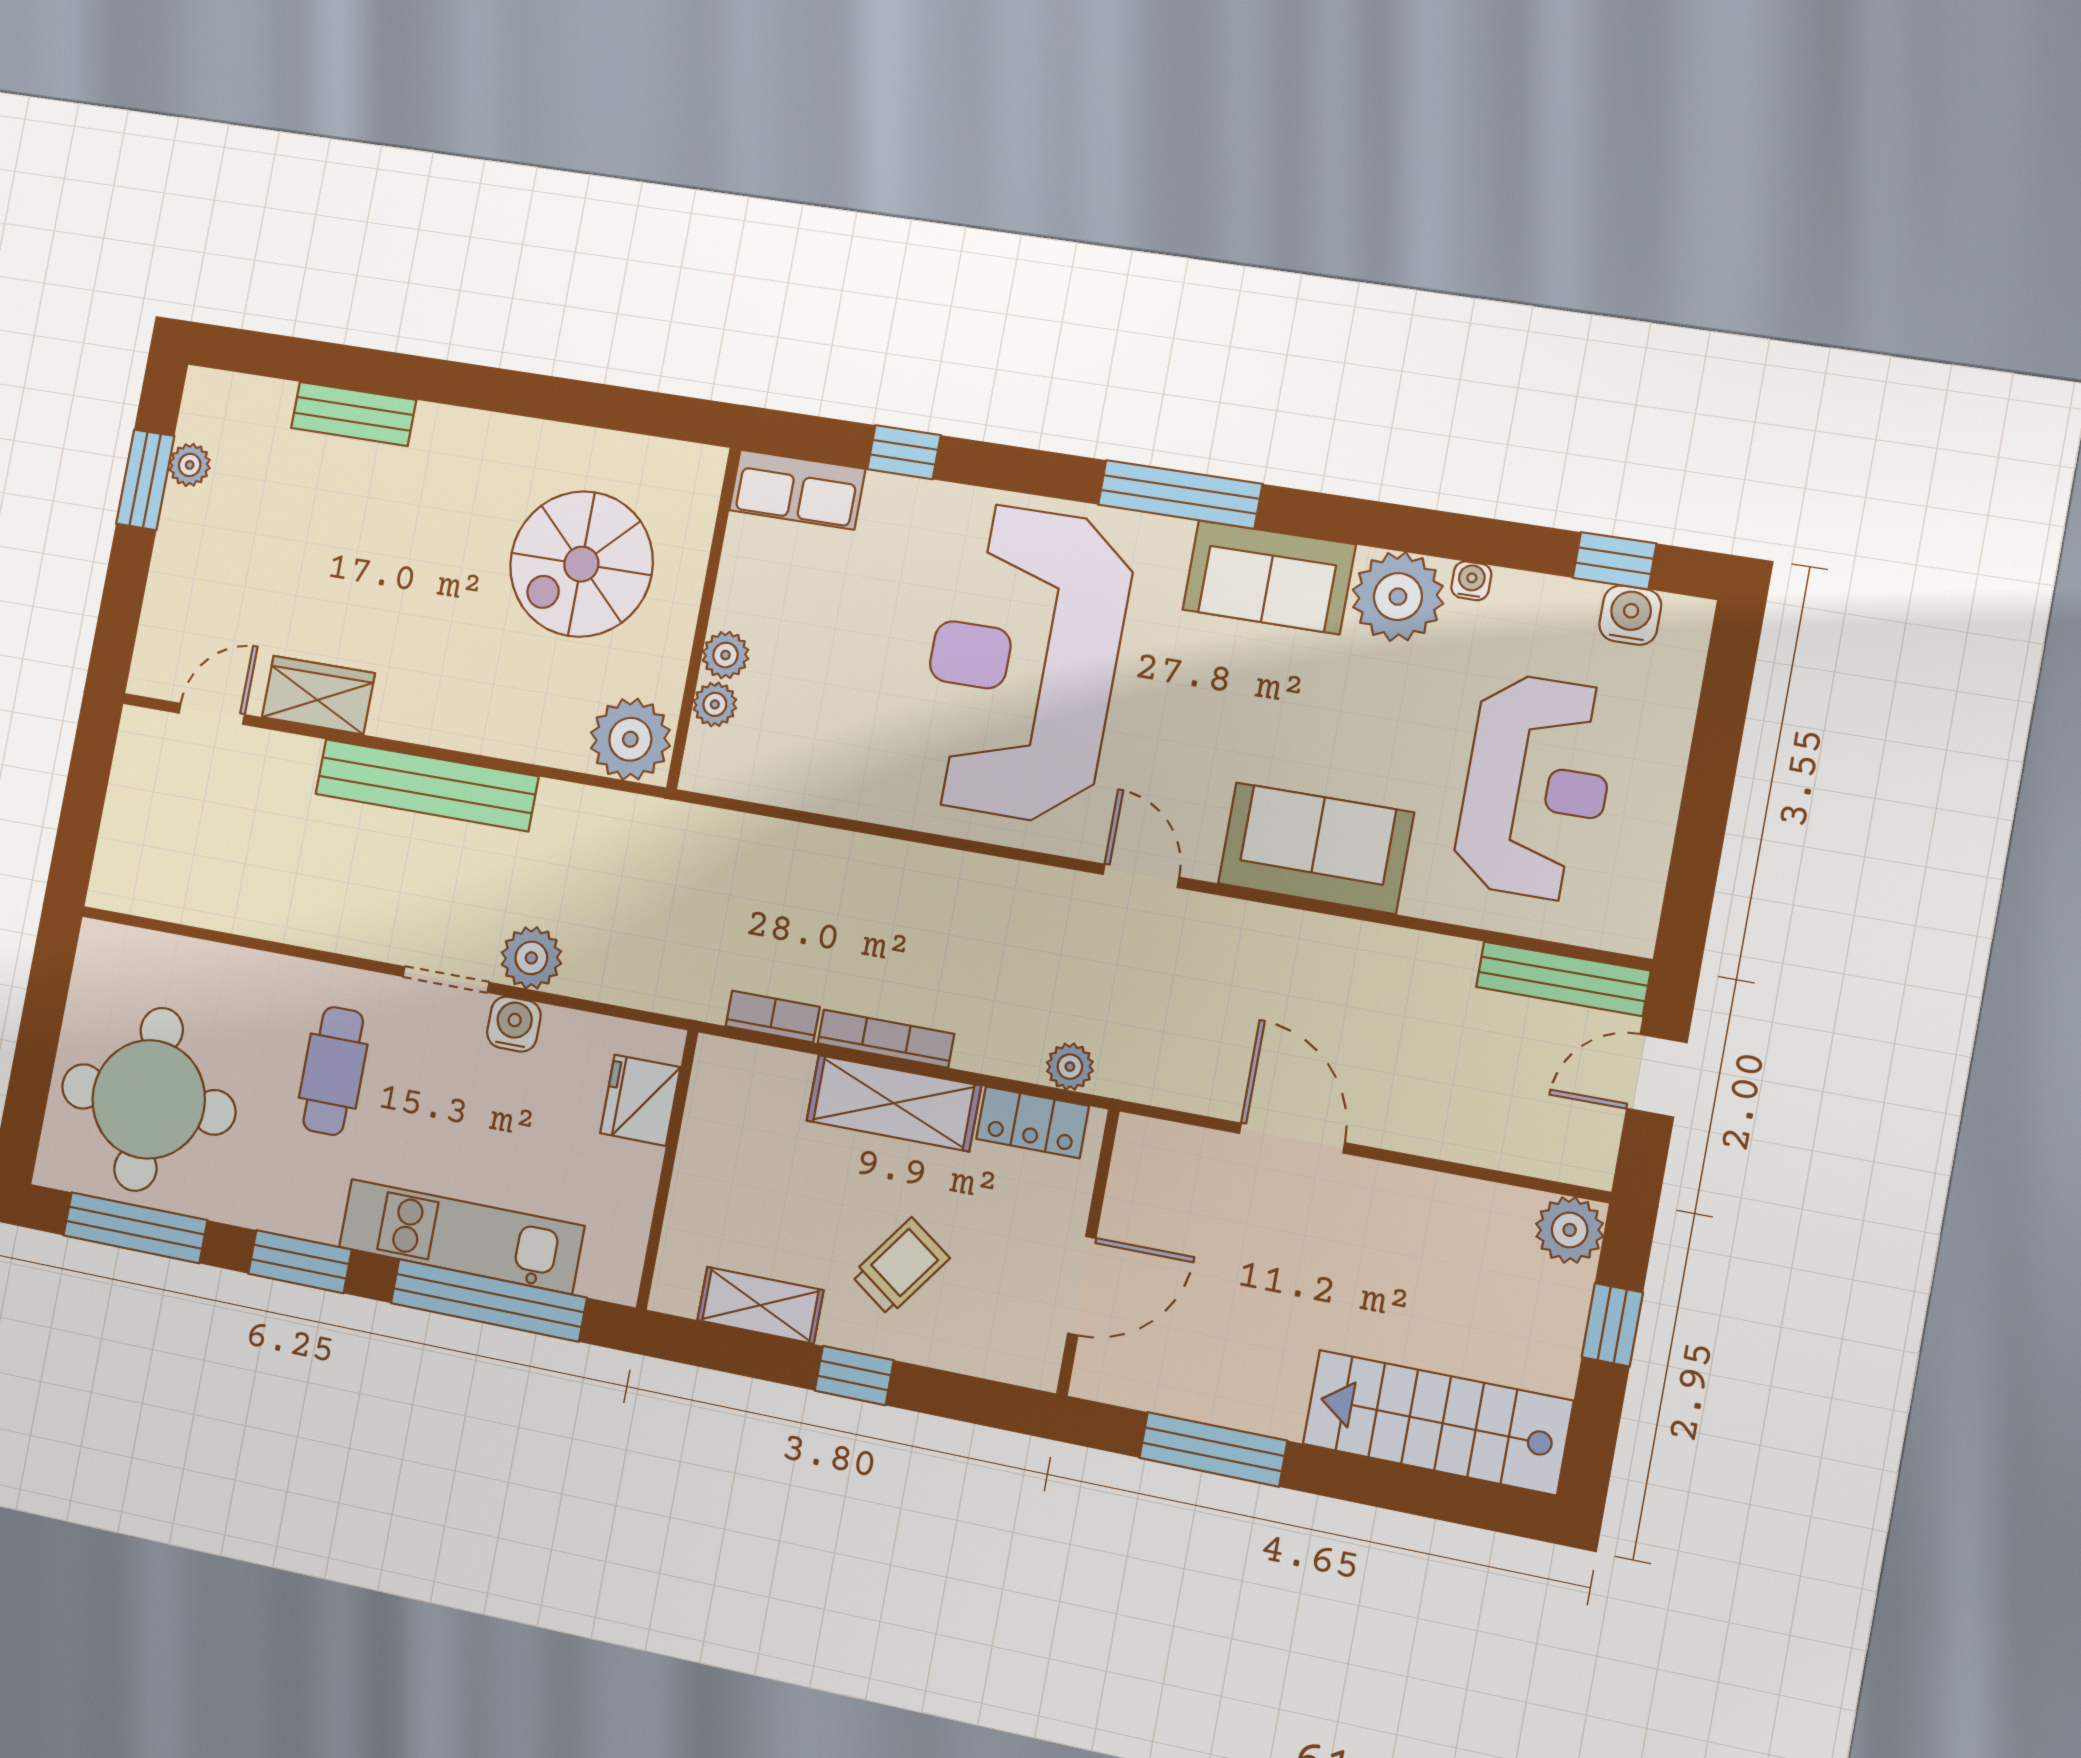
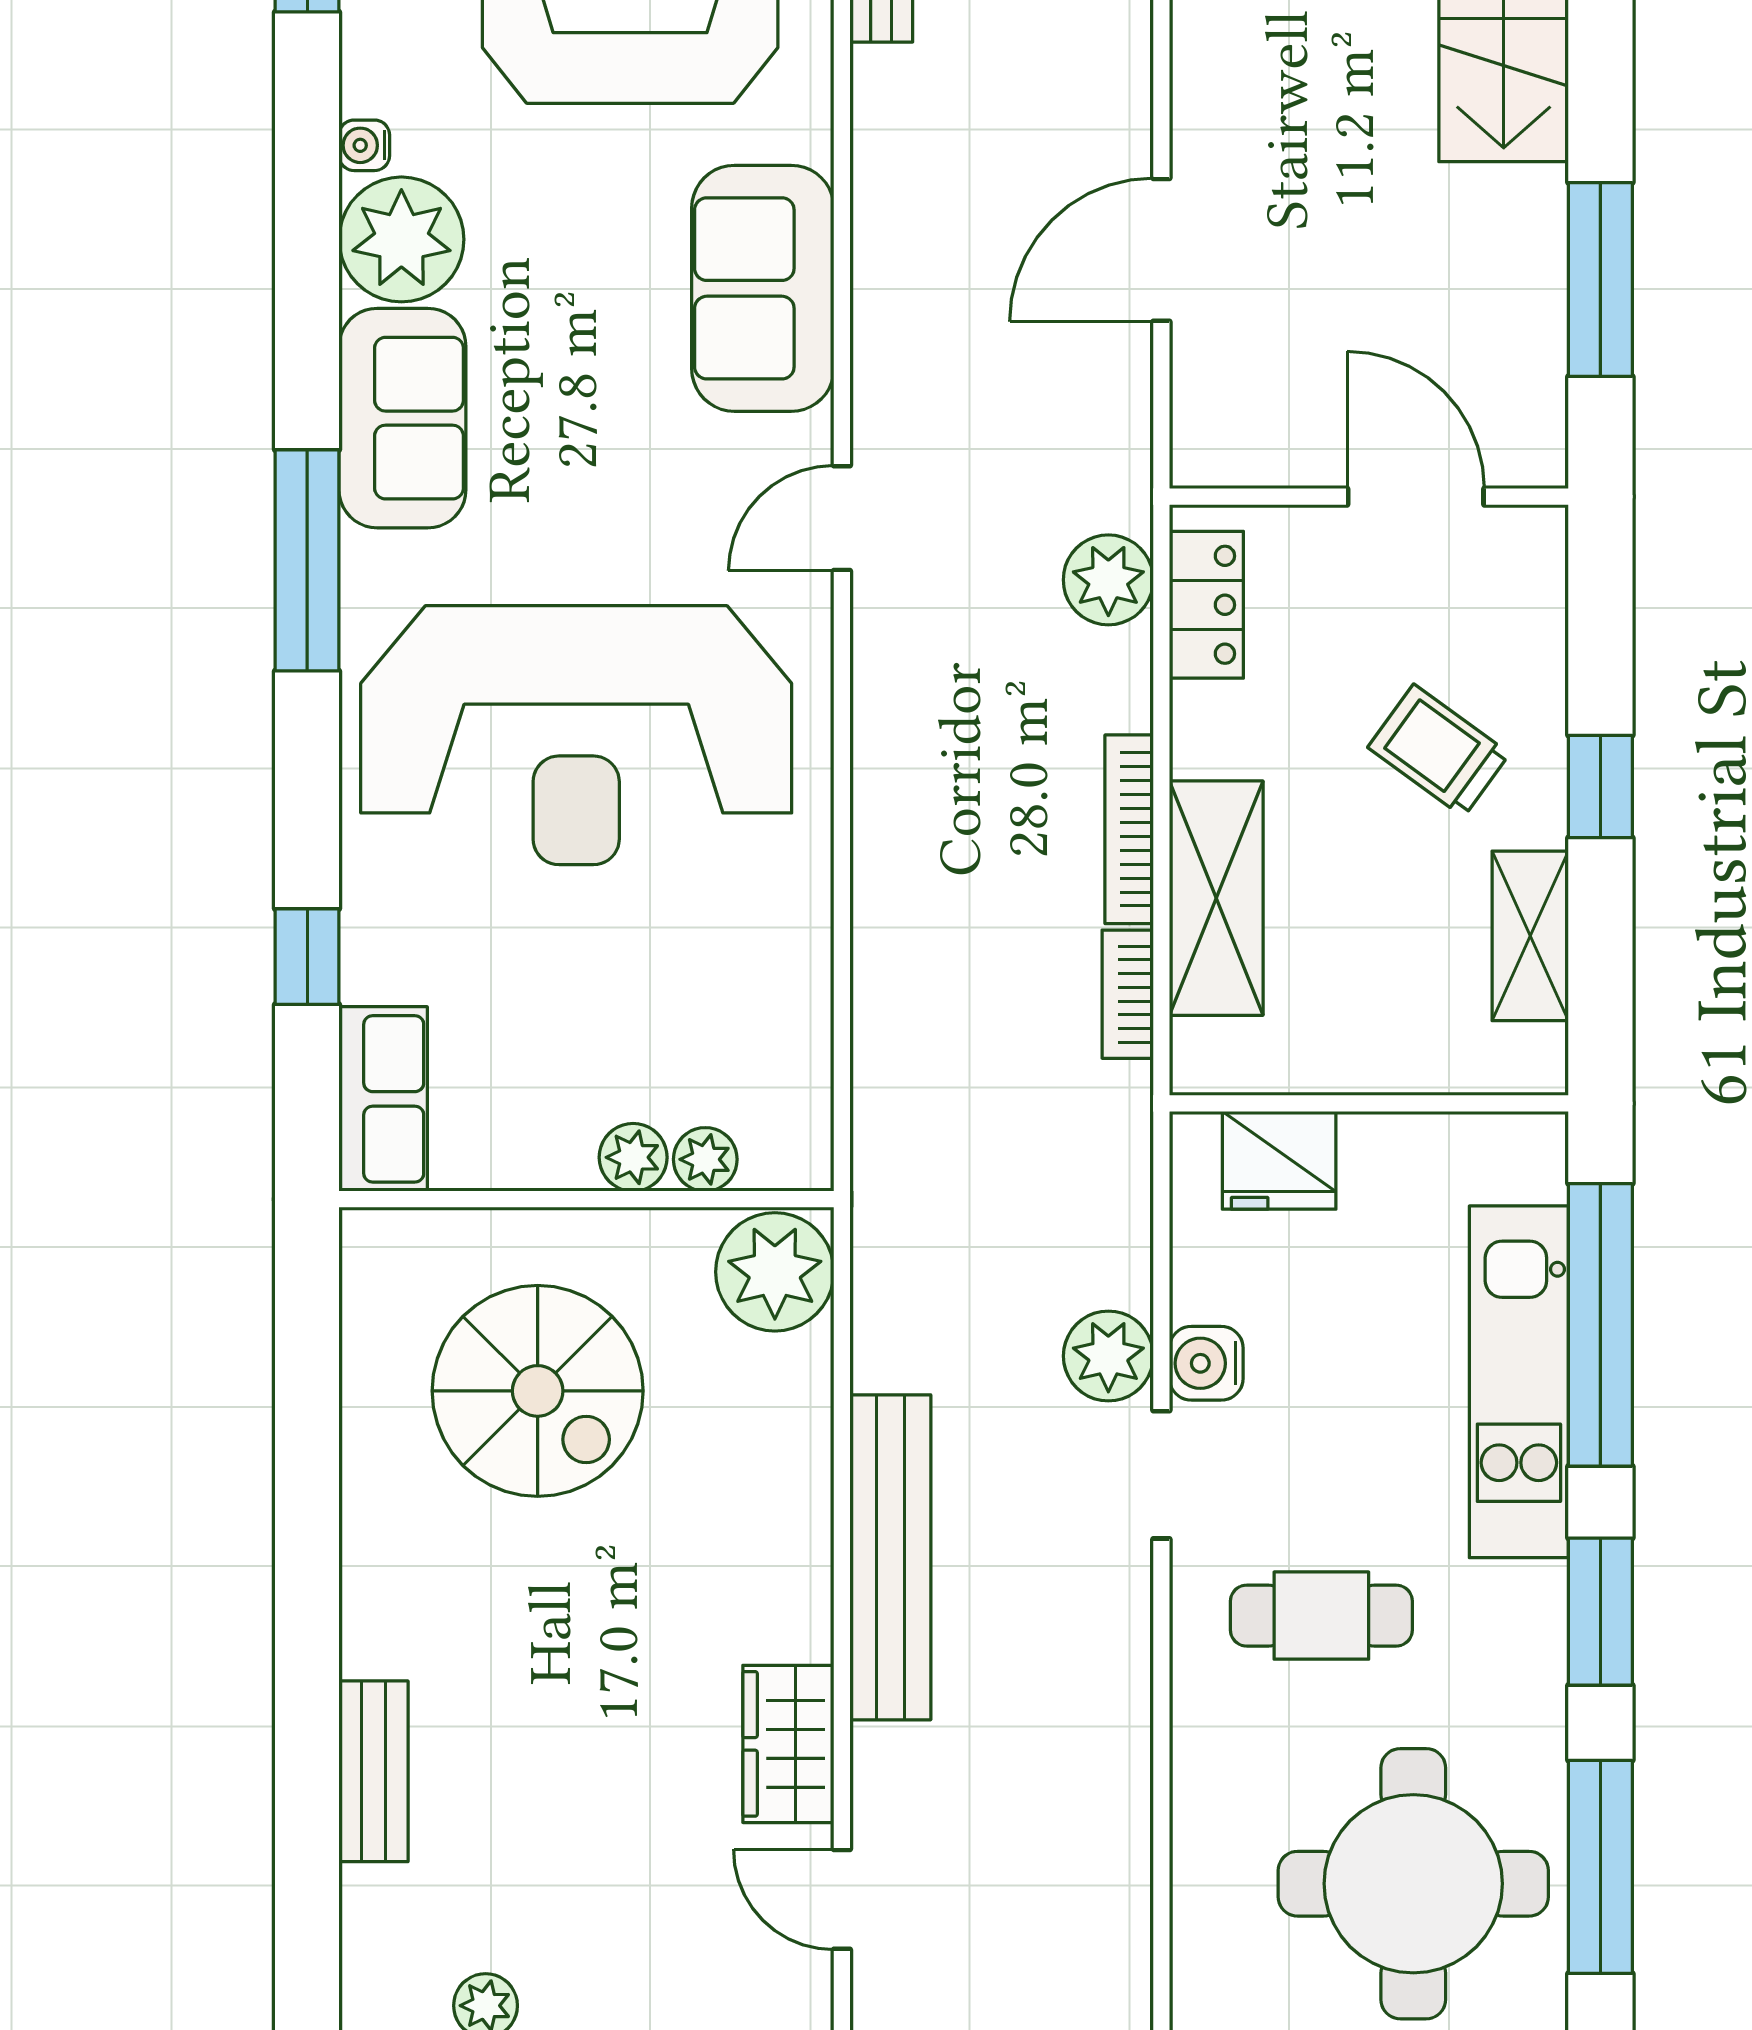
plant: (1070, 1067) -> (1108, 580), width x1.38, depth x1.38
shelving: (894, 1103) -> (1216, 898), moved

